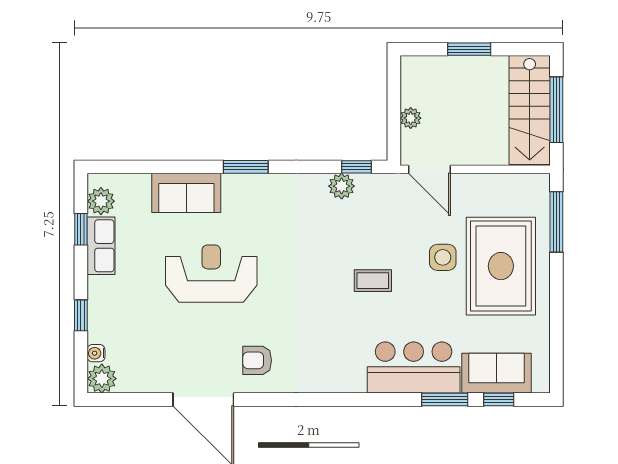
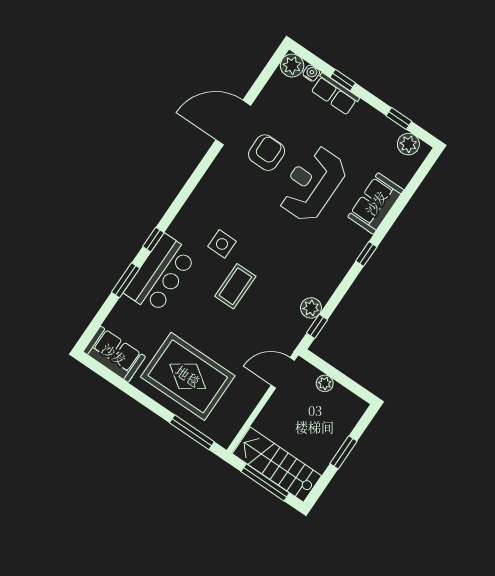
window: (246, 167) -> (366, 254), width x0.67
row of seats: (101, 246) -> (335, 94), moved
side table: (443, 257) -> (222, 244), moved
reception desk: (211, 274) -> (312, 184), turned 180
coffee table: (373, 281) -> (235, 286), width x1.36, depth x1.30
armchair: (257, 360) -> (267, 153), moved, width x1.38, depth x1.38
sofa: (496, 373) -> (114, 354), moved, turned -90
window: (499, 400) -> (153, 240), moved

